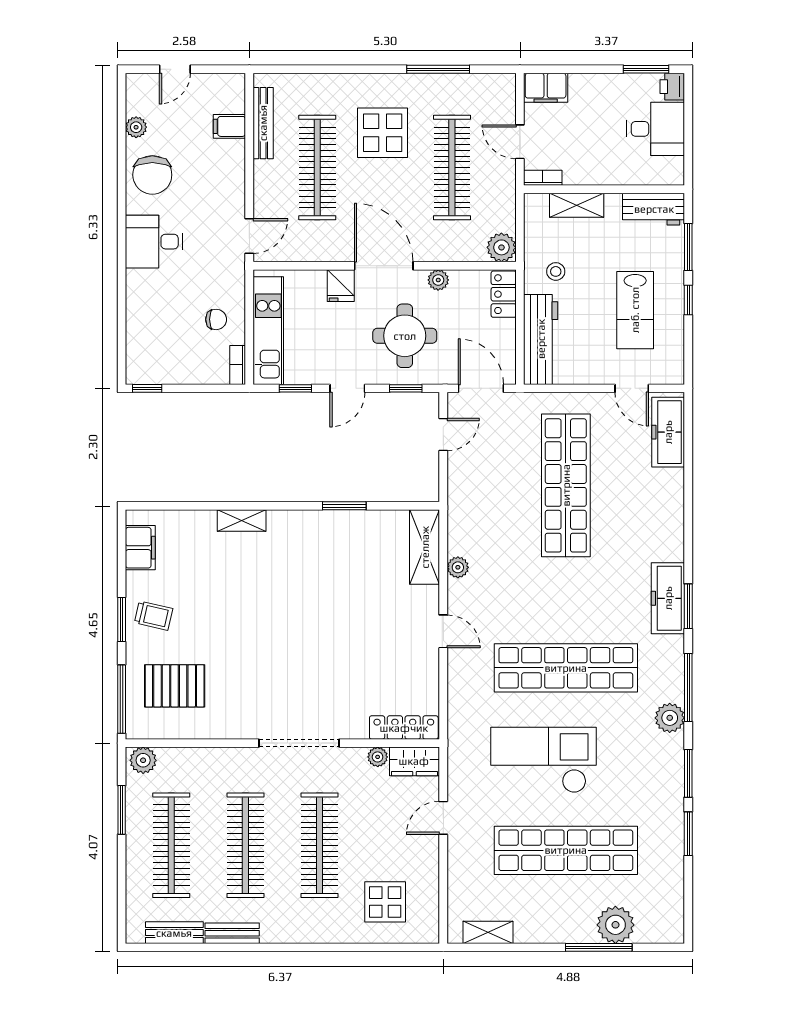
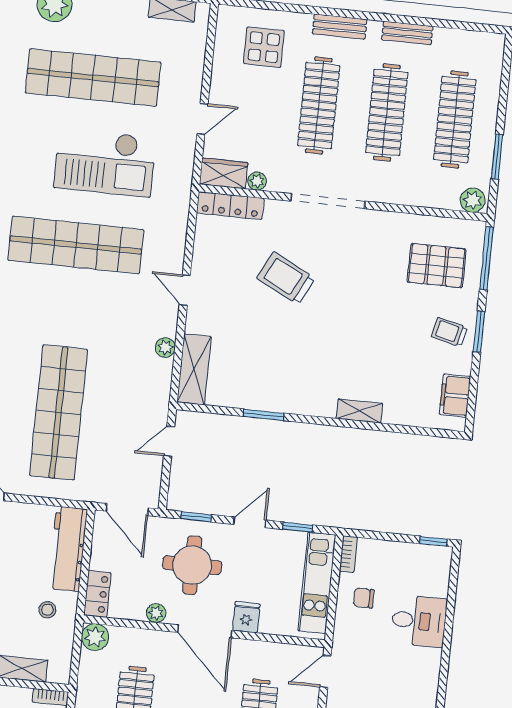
desk: (154, 242) -> (419, 621), moved
door: (443, 434) -> (169, 441), moved
trolley: (336, 655) -> (286, 278), added
bench: (174, 933) -> (340, 27), moved

